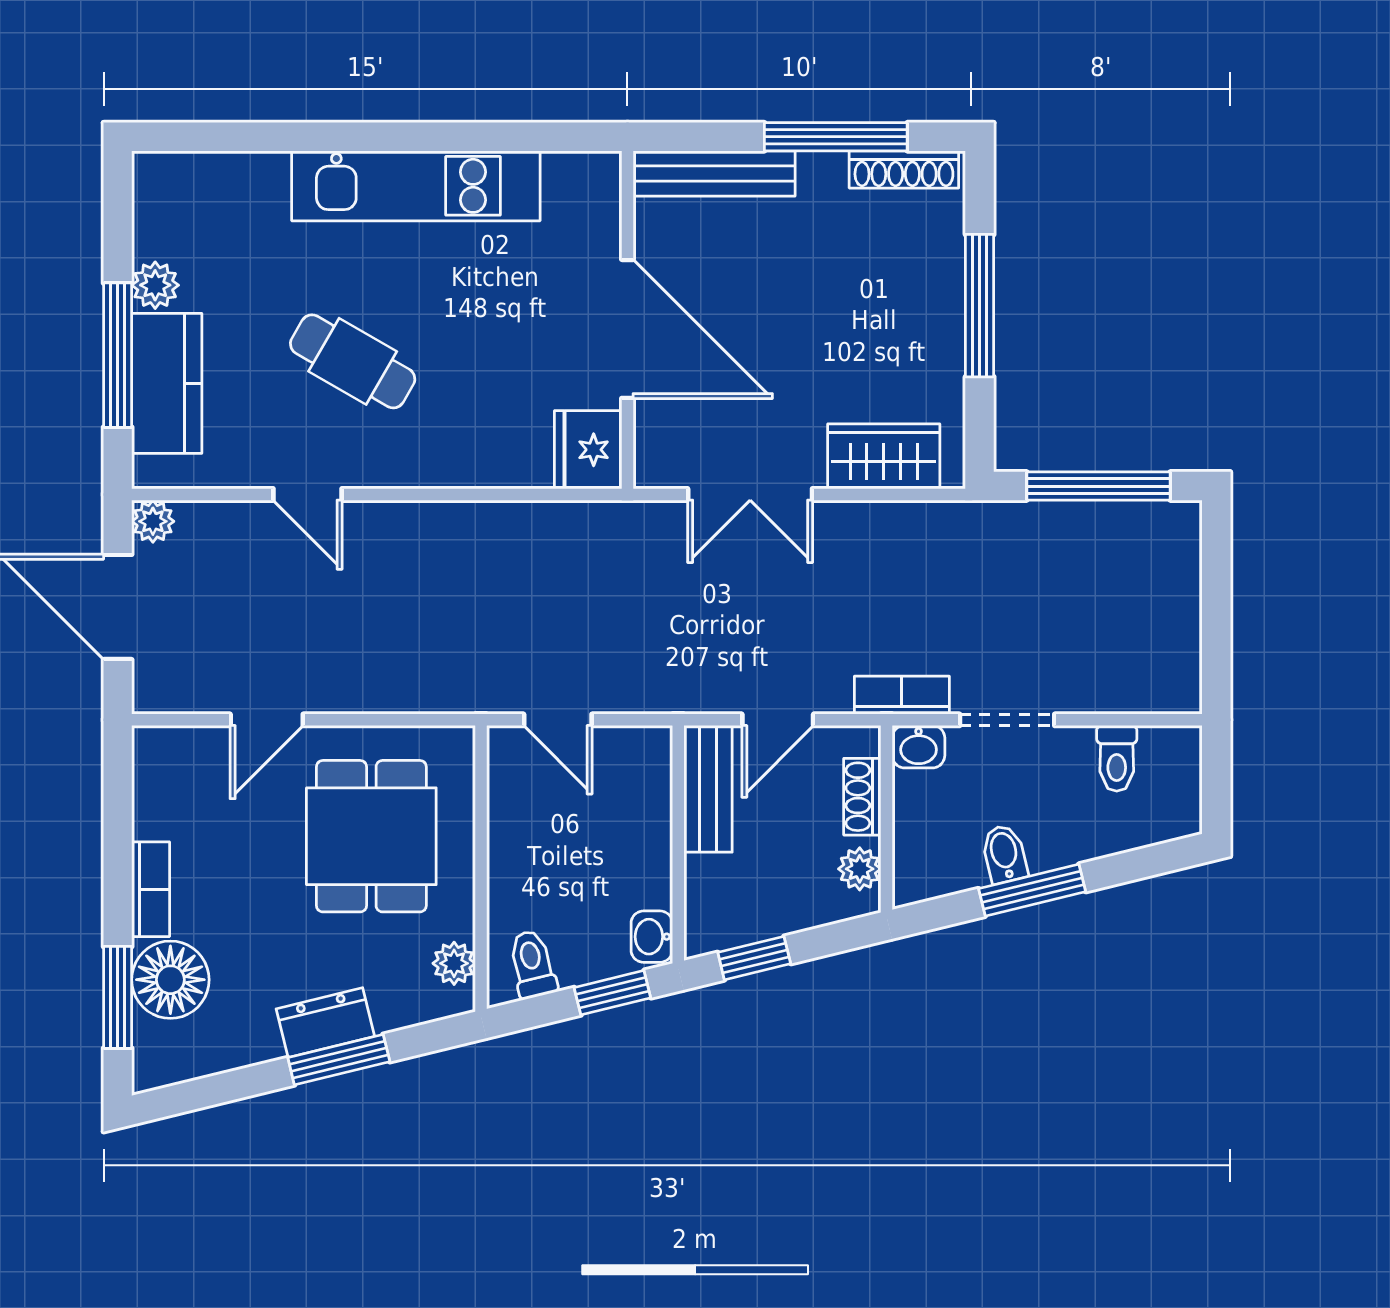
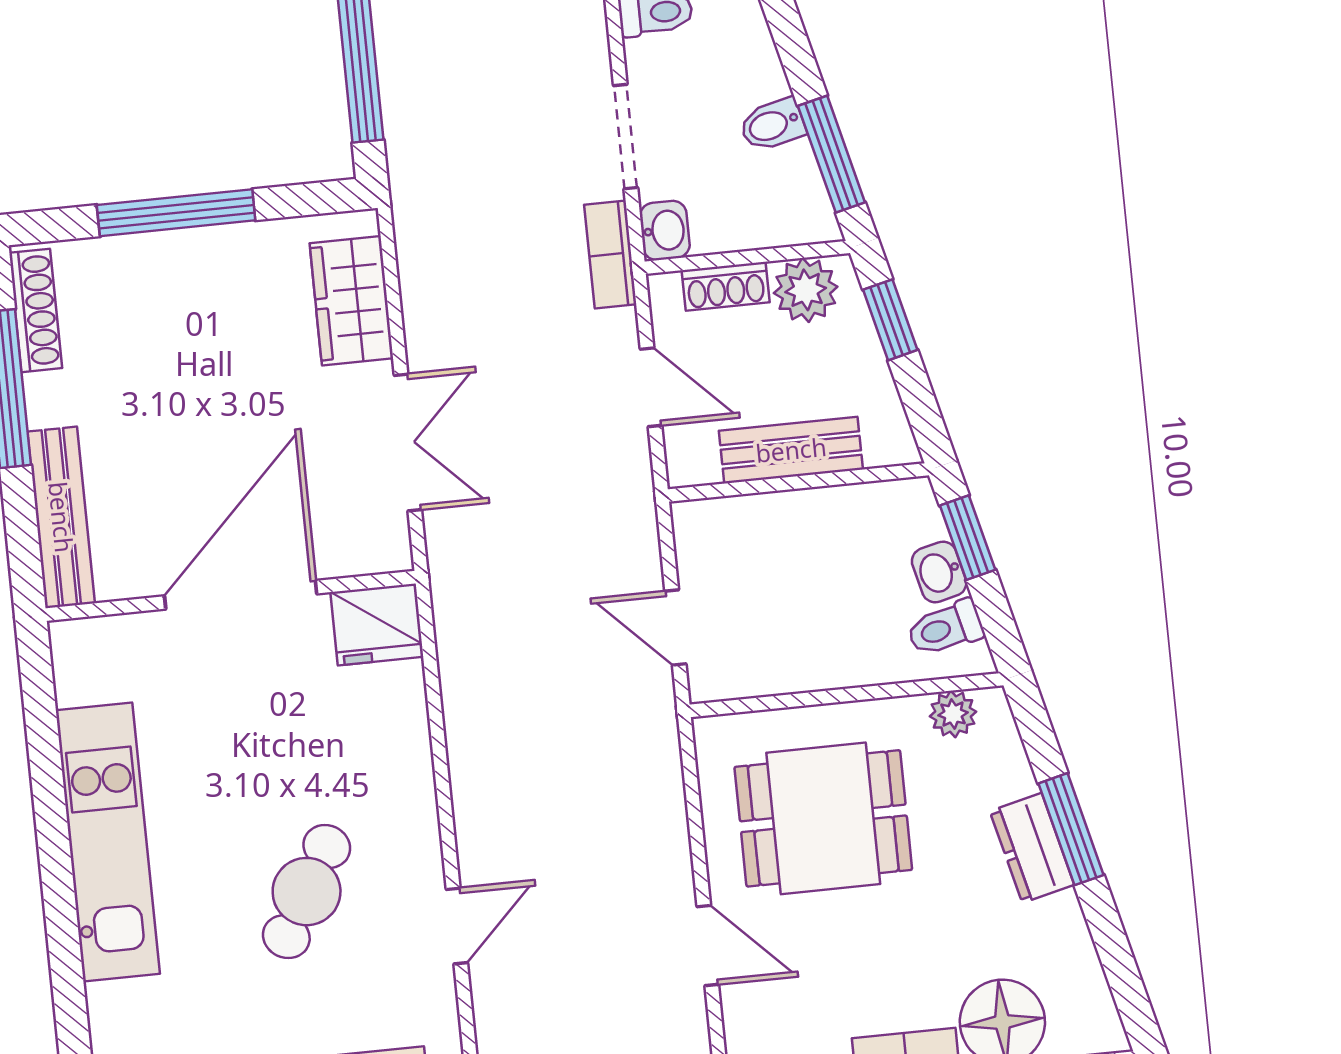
door: (558, 720) -> (675, 628), swing flipped
bench: (708, 789) -> (791, 450), moved
plant: (860, 869) -> (806, 290), width x1.38, depth x1.38
window: (1032, 890) -> (831, 154), moved
washbasin: (652, 937) -> (939, 572), moved, turned 76
window: (754, 958) -> (890, 320), moved

